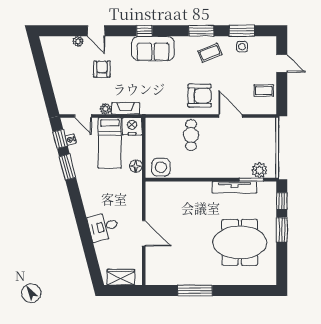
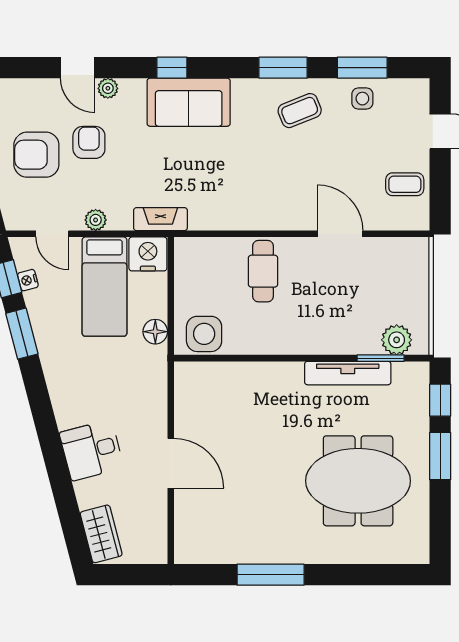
plant: (78, 41) -> (108, 88), moved
armchair: (200, 96) -> (36, 155), moved, turned 180
fireplace: (126, 108) -> (160, 219), moved
wardrobe: (121, 277) -> (101, 534), moved, turned 75

